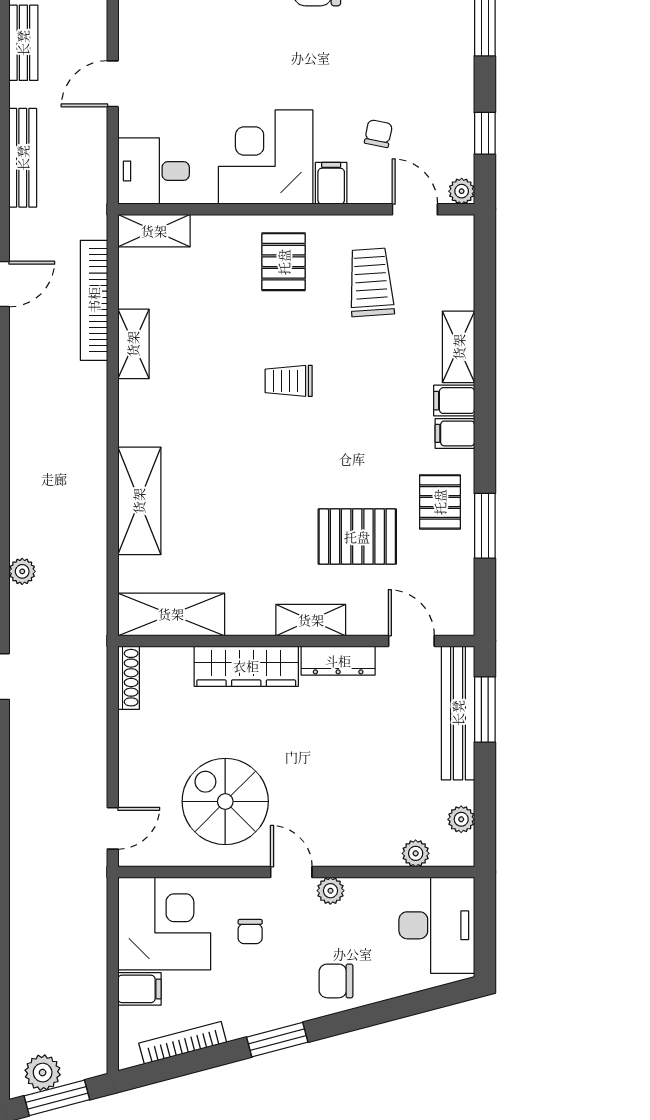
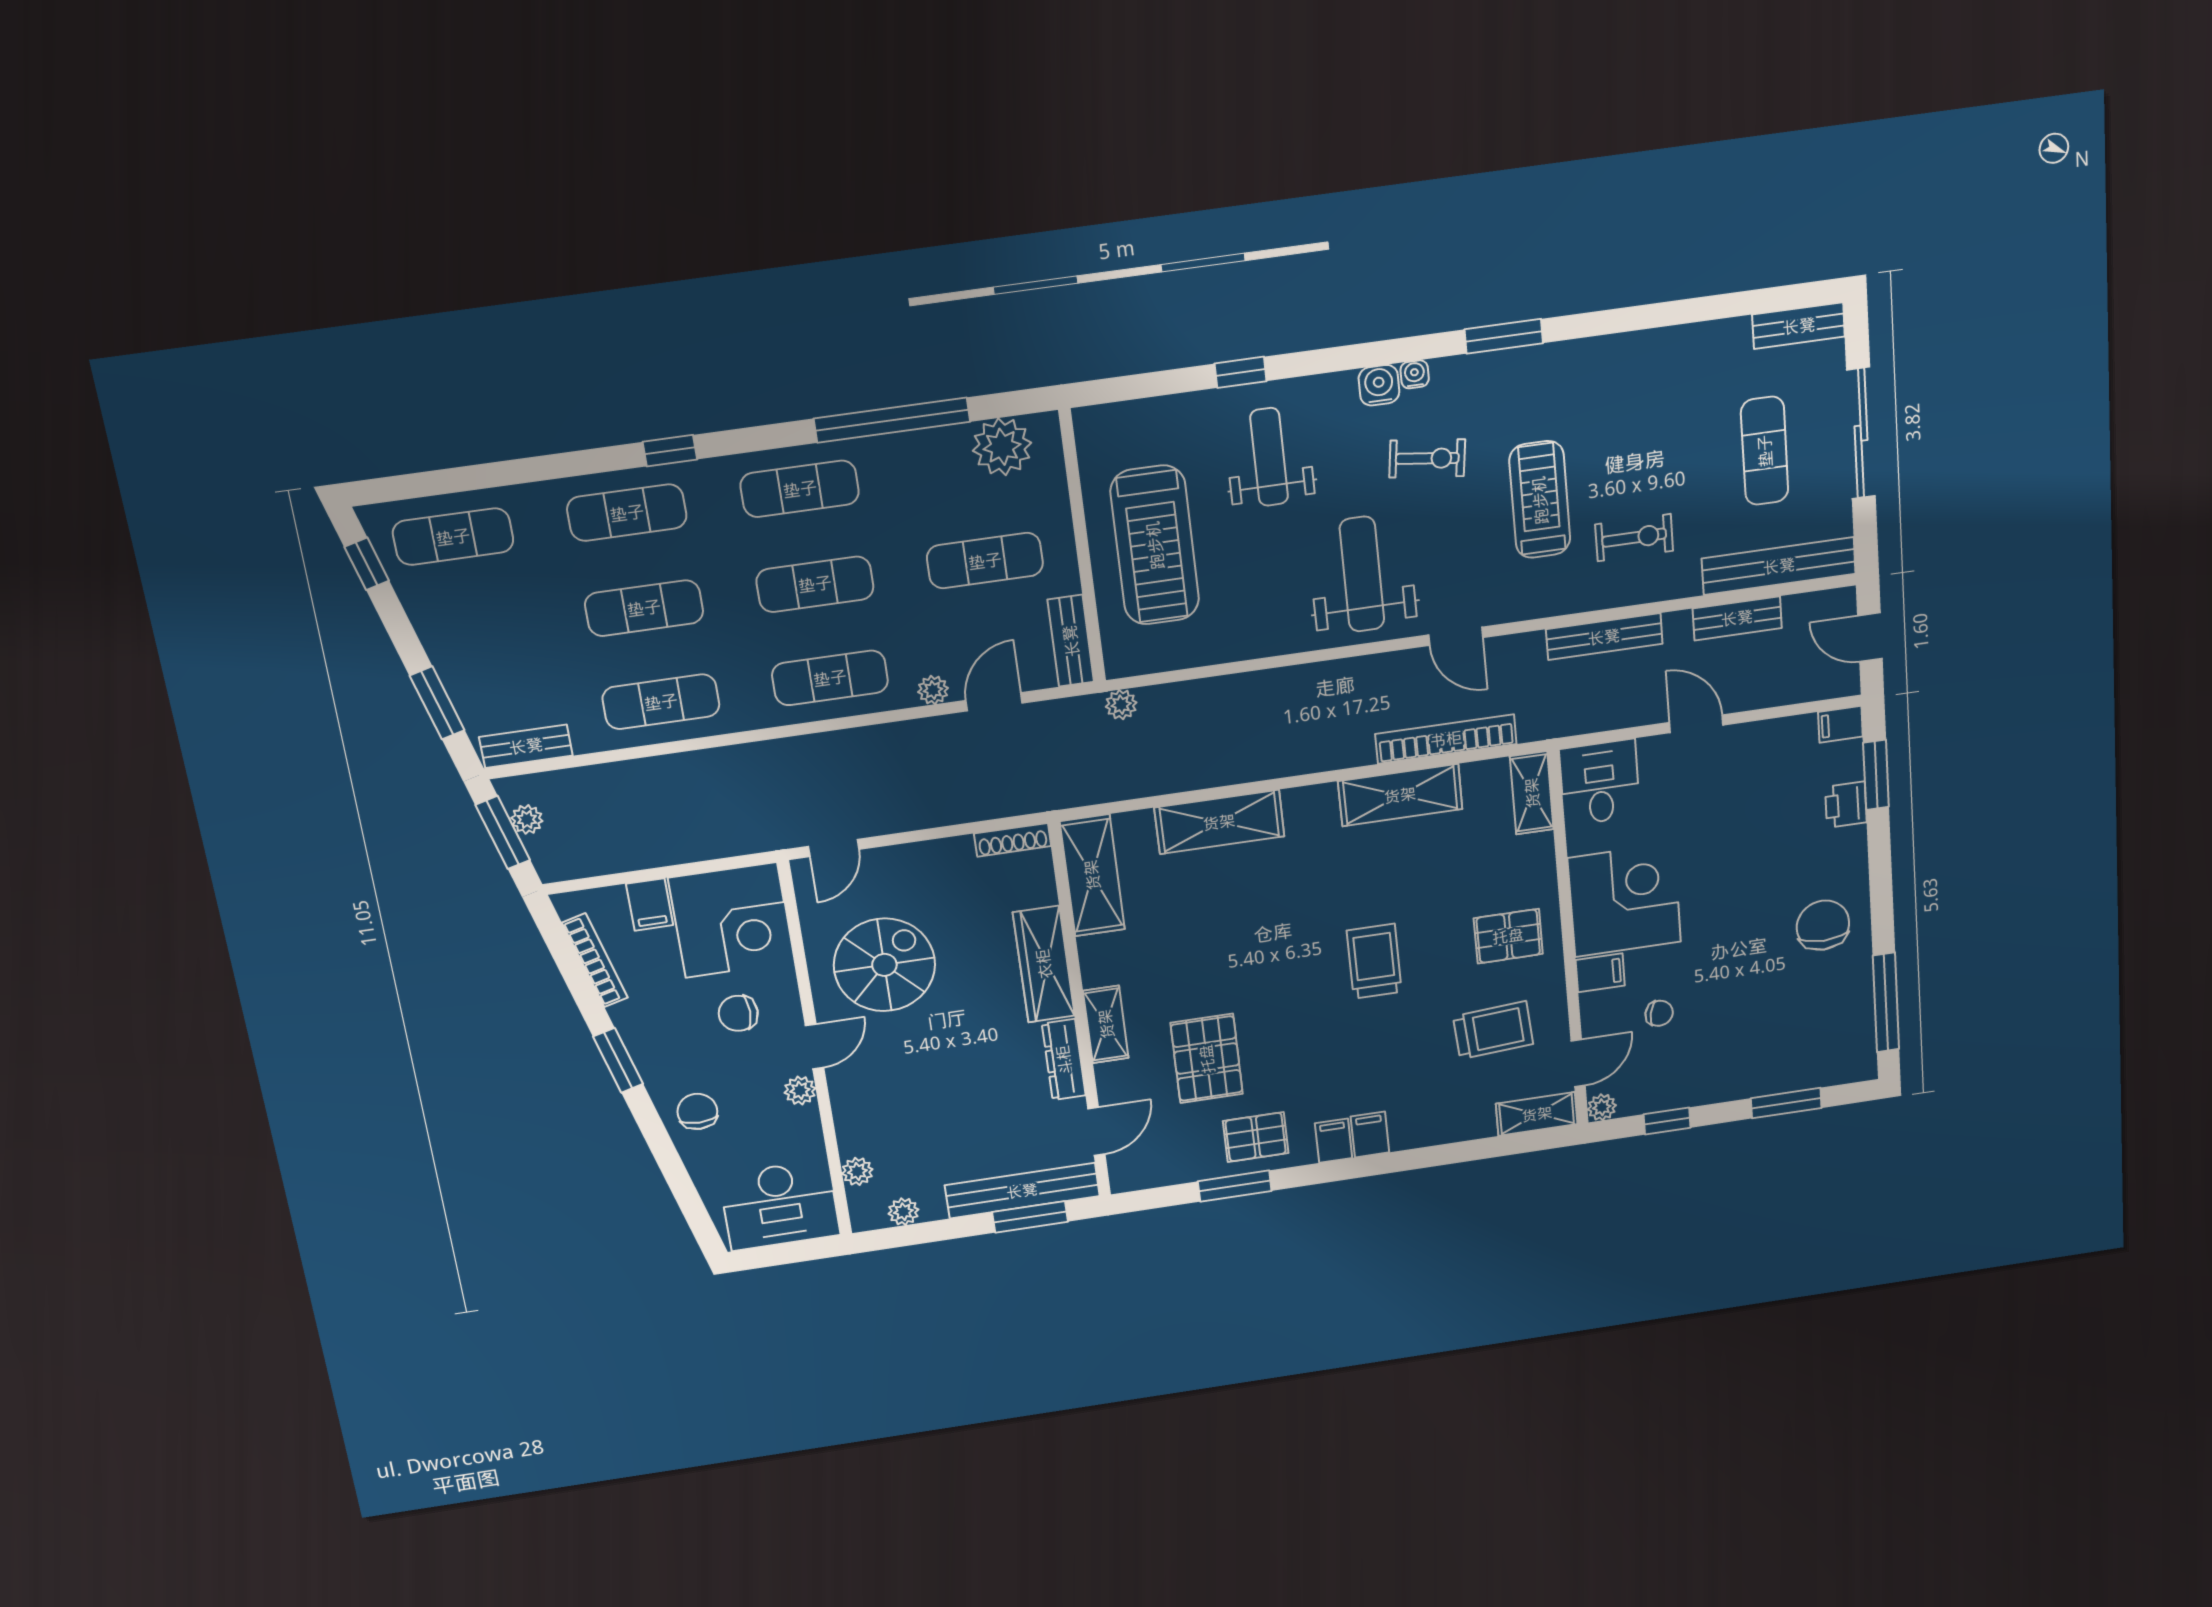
shelving: (133, 344) -> (1400, 795), width x1.50, depth x1.33
shelving: (459, 347) -> (1537, 1114), moved
trolley: (289, 381) -> (1374, 961), width x1.36, depth x1.39
door: (113, 828) -> (834, 848), hinge flipped
chair: (250, 932) -> (738, 1013), width x1.37, depth x1.37
plant: (43, 1073) -> (527, 819), width x0.73, depth x0.73

